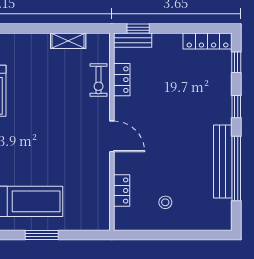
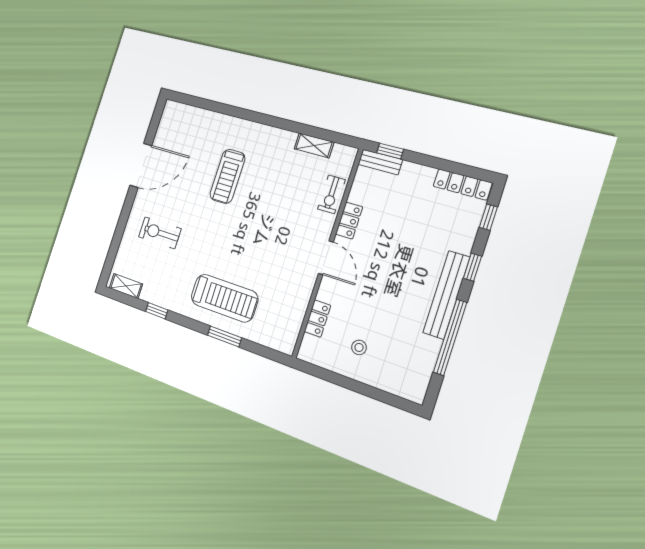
locker: (122, 80) -> (349, 221), moved
bench: (223, 161) -> (446, 295), moved

